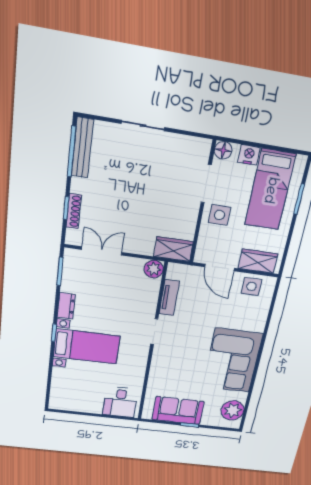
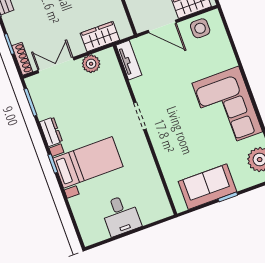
shoe rack: (74, 211) -> (22, 59), moved
wardrobe: (173, 249) -> (100, 37), moved
plant: (154, 269) -> (91, 64), moved
tv unit: (169, 298) -> (129, 60), moved
desk: (120, 402) -> (121, 215), moved

